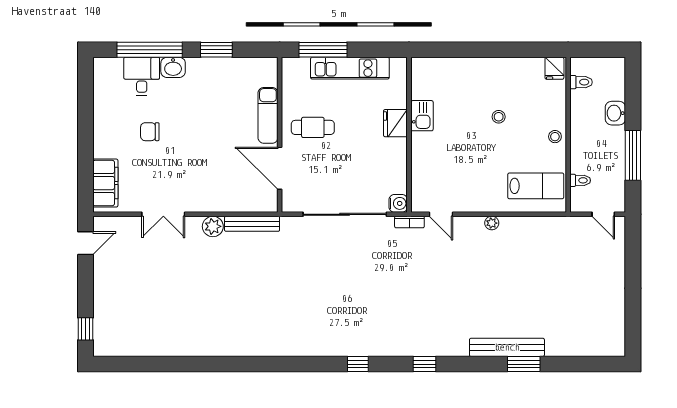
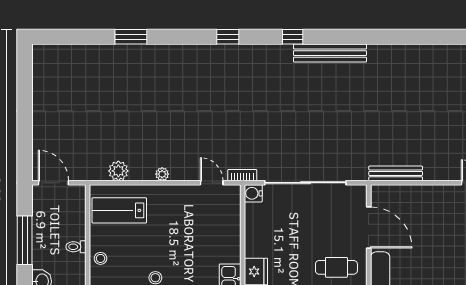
toilet: (580, 180) -> (76, 247), moved
door: (603, 214) -> (53, 183), width x1.38
plant: (213, 226) -> (118, 171), moved
bench: (507, 347) -> (330, 53), moved

